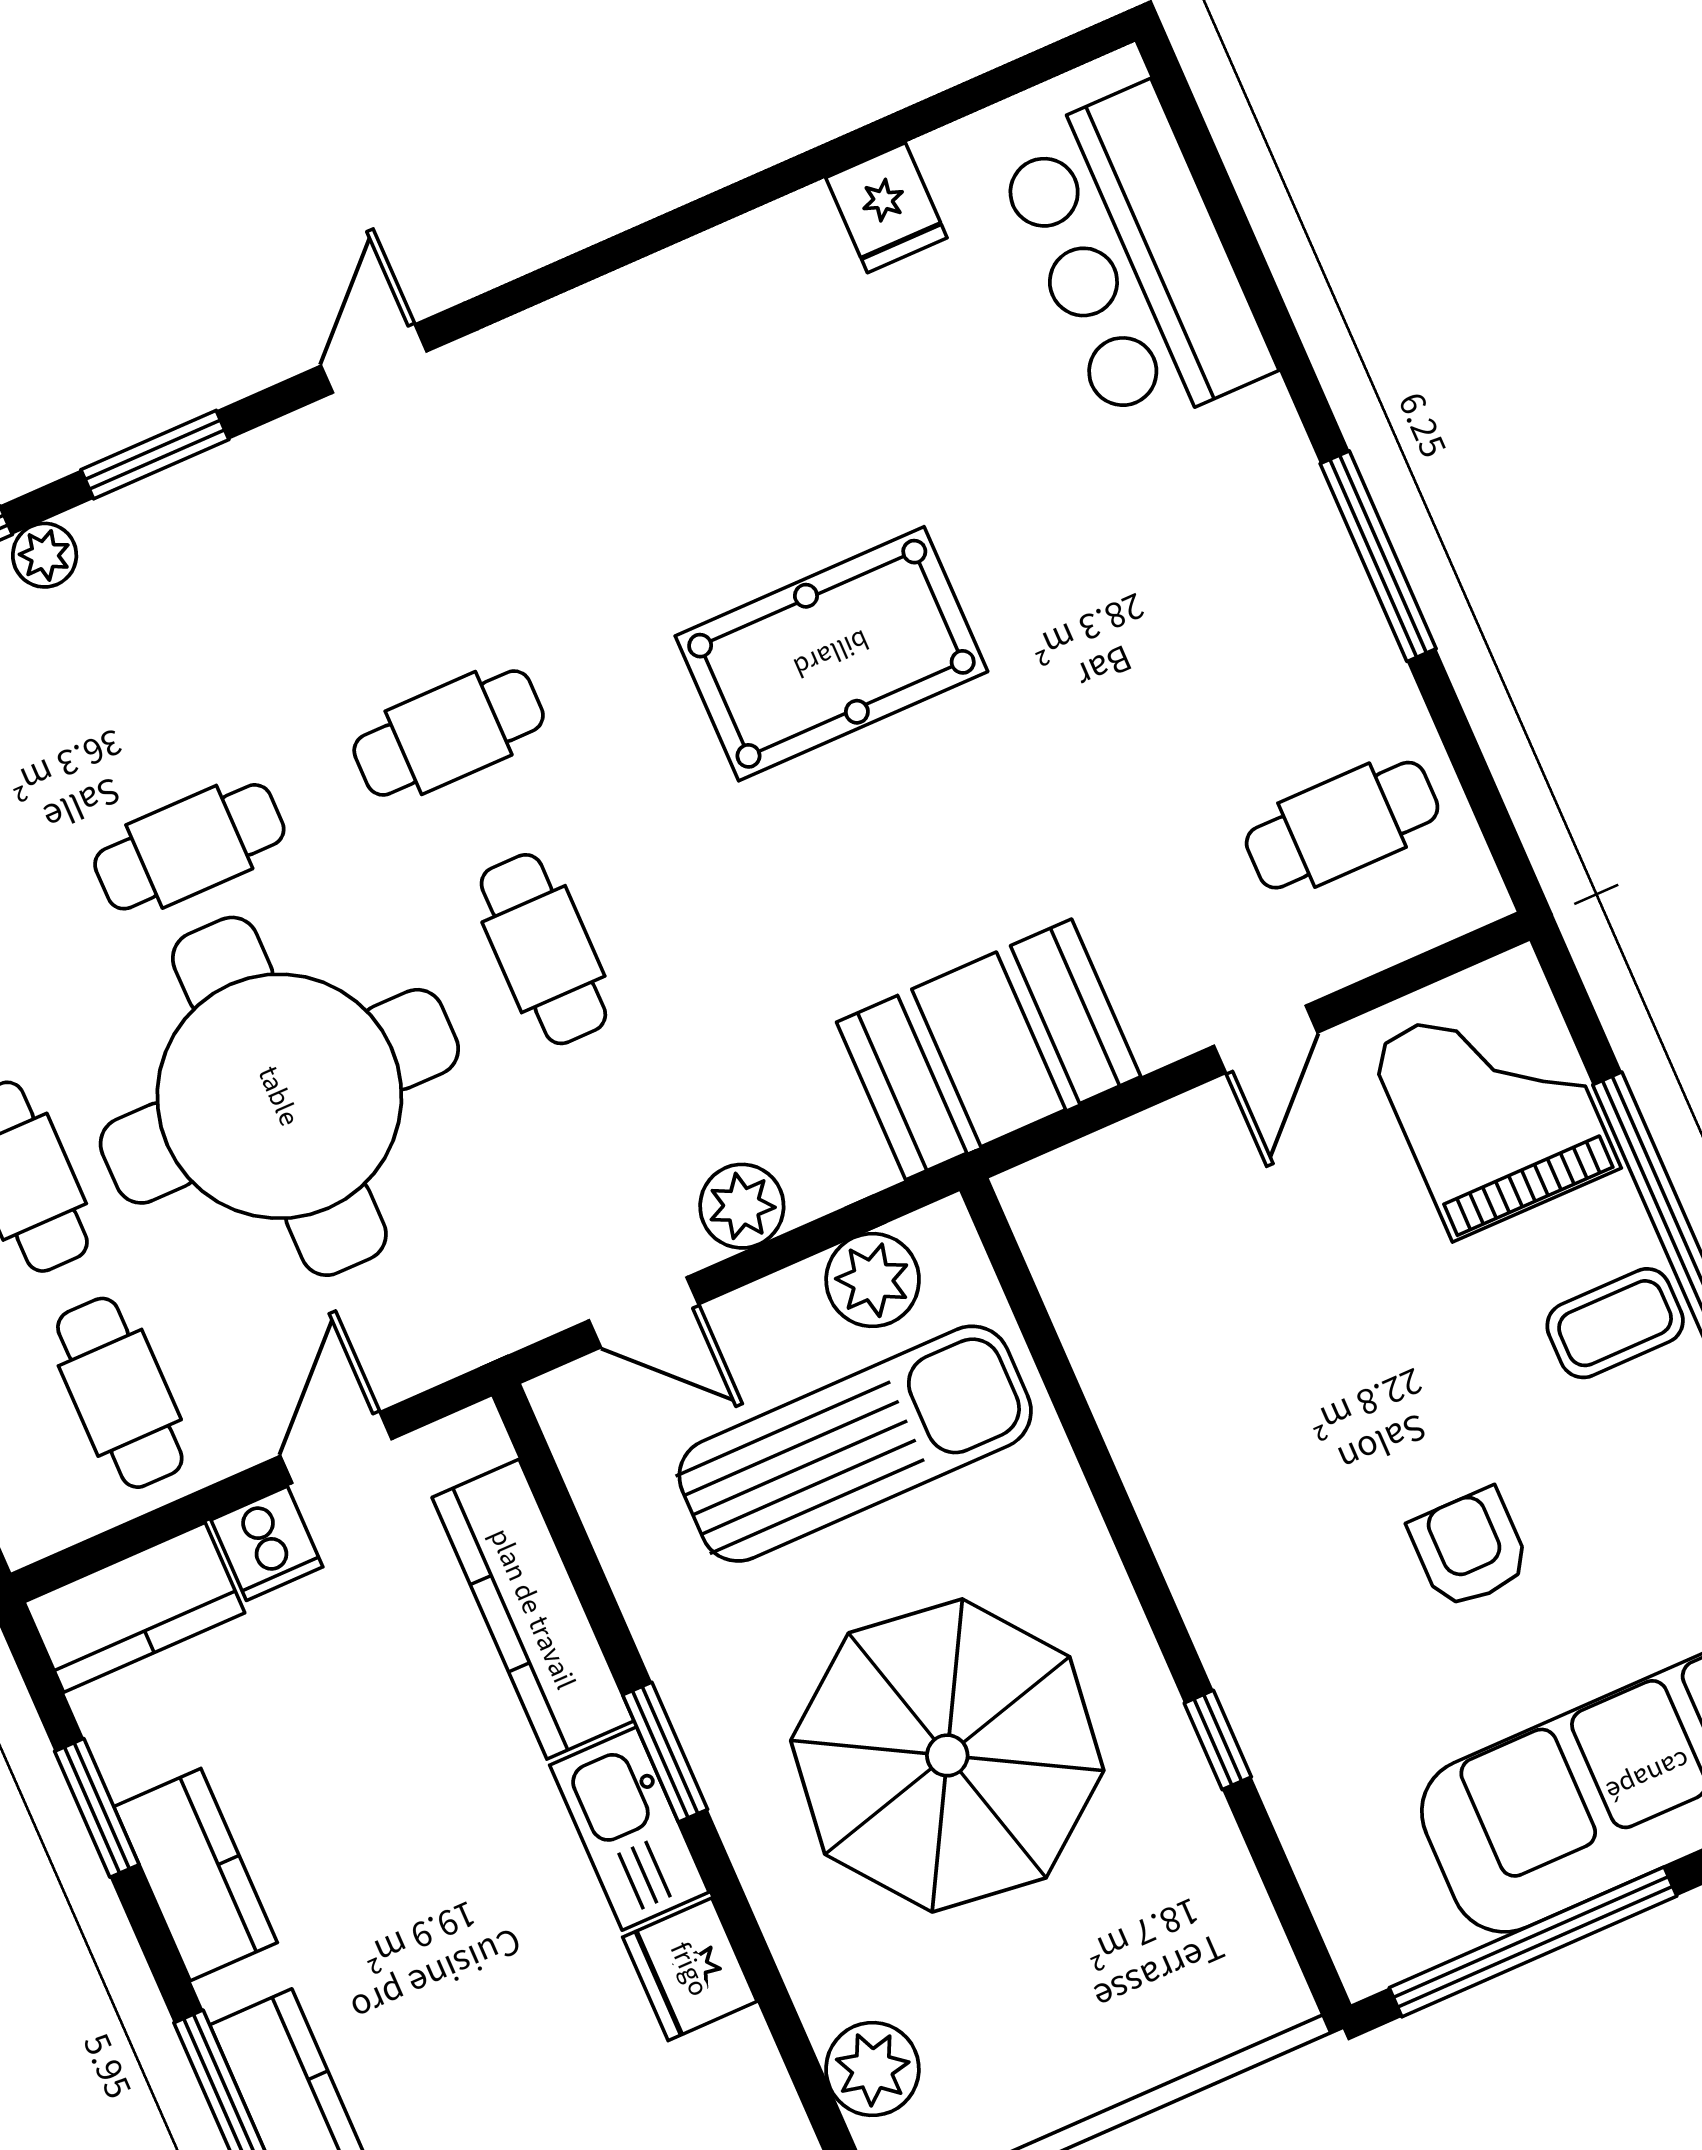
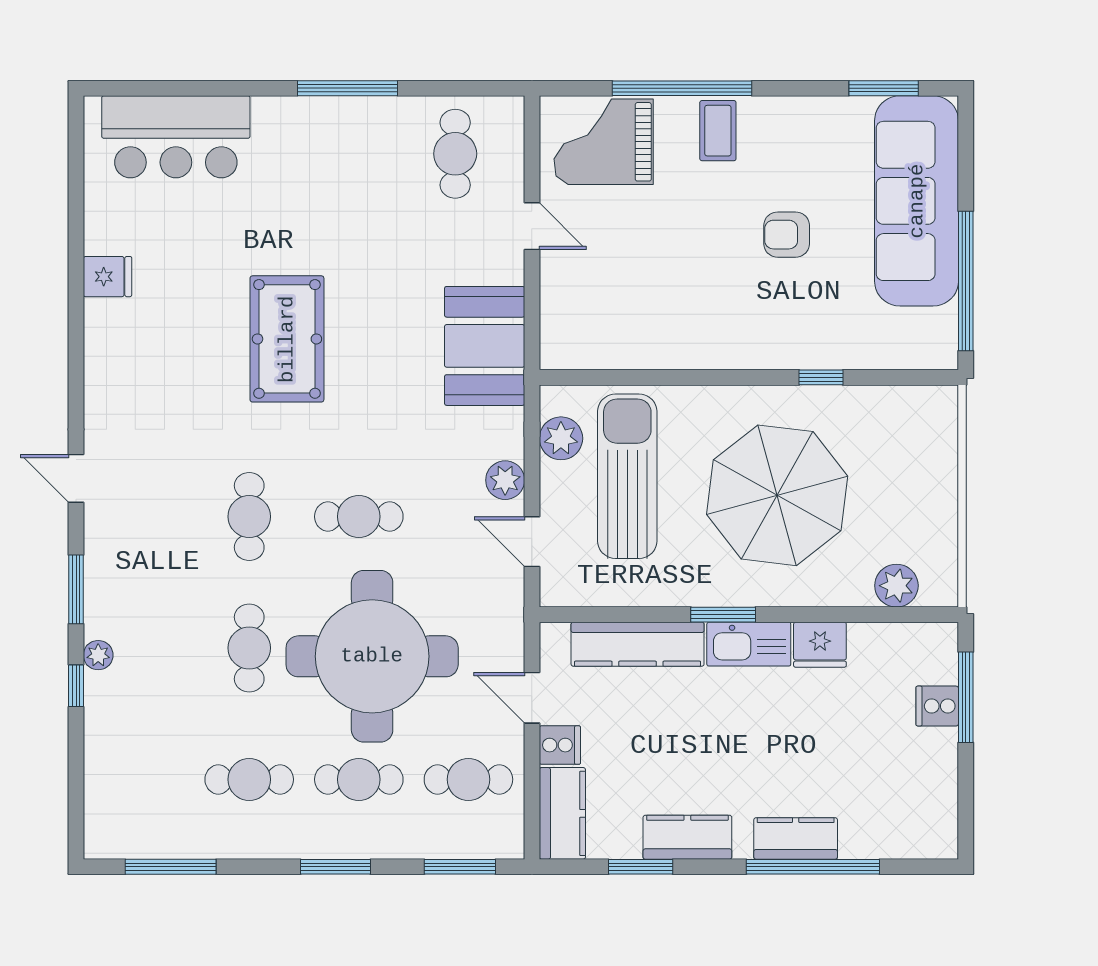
fridge: (886, 208) -> (108, 277), moved
door: (644, 1312) -> (532, 542), swing flipped

